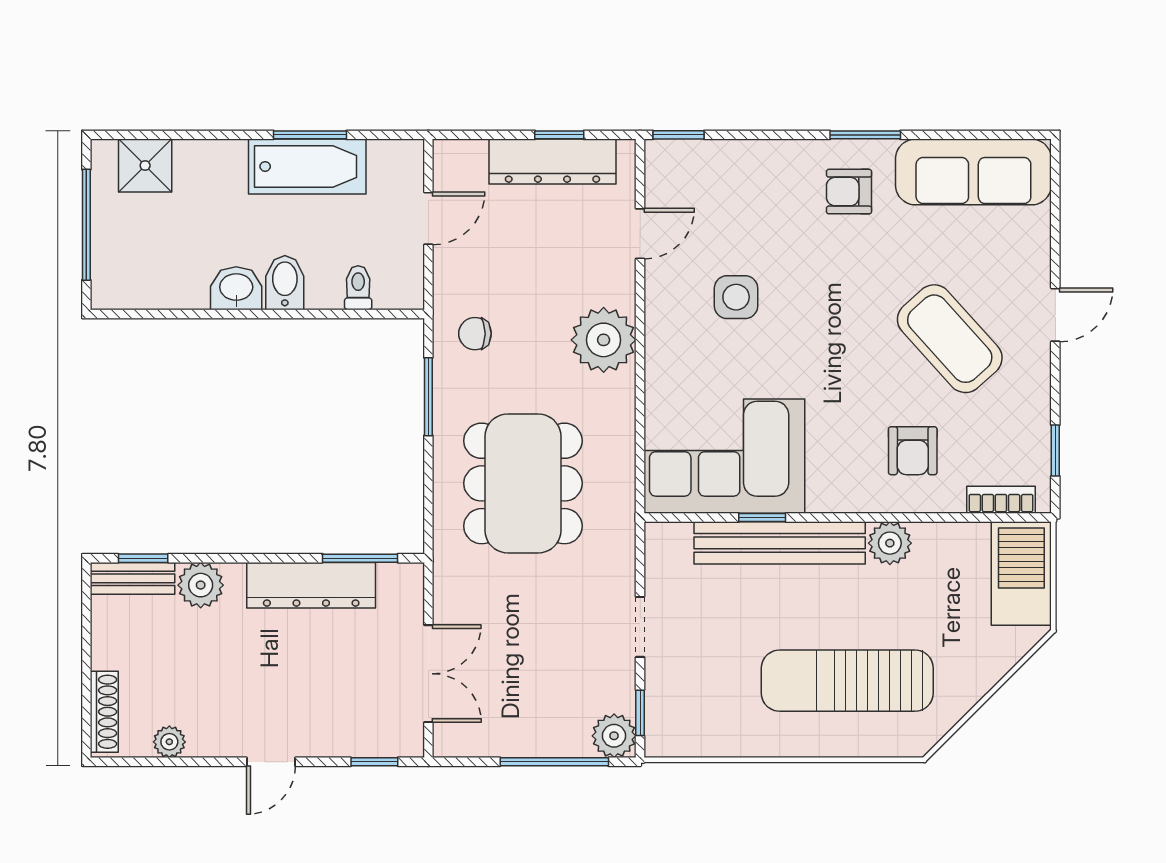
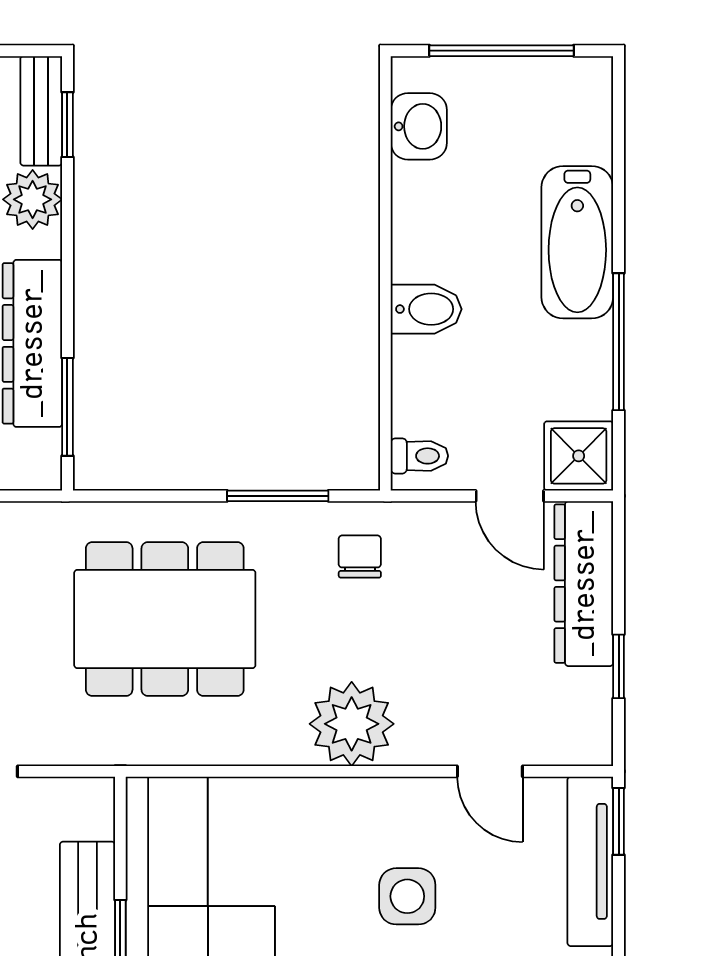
window: (310, 135) -> (619, 342), width x1.44
tv unit: (709, 157) -> (590, 861), added
dresser: (552, 161) -> (584, 584), moved
shower: (145, 165) -> (579, 456), moved
bathtub: (307, 166) -> (577, 242), moved
washbasin: (236, 288) -> (419, 126), moved
toilet: (358, 288) -> (419, 456), moved

